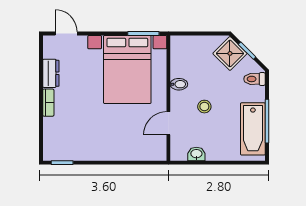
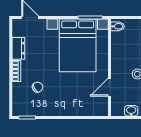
bidet: (179, 84) -> (118, 26), moved
chair: (76, 123) -> (38, 87), added

